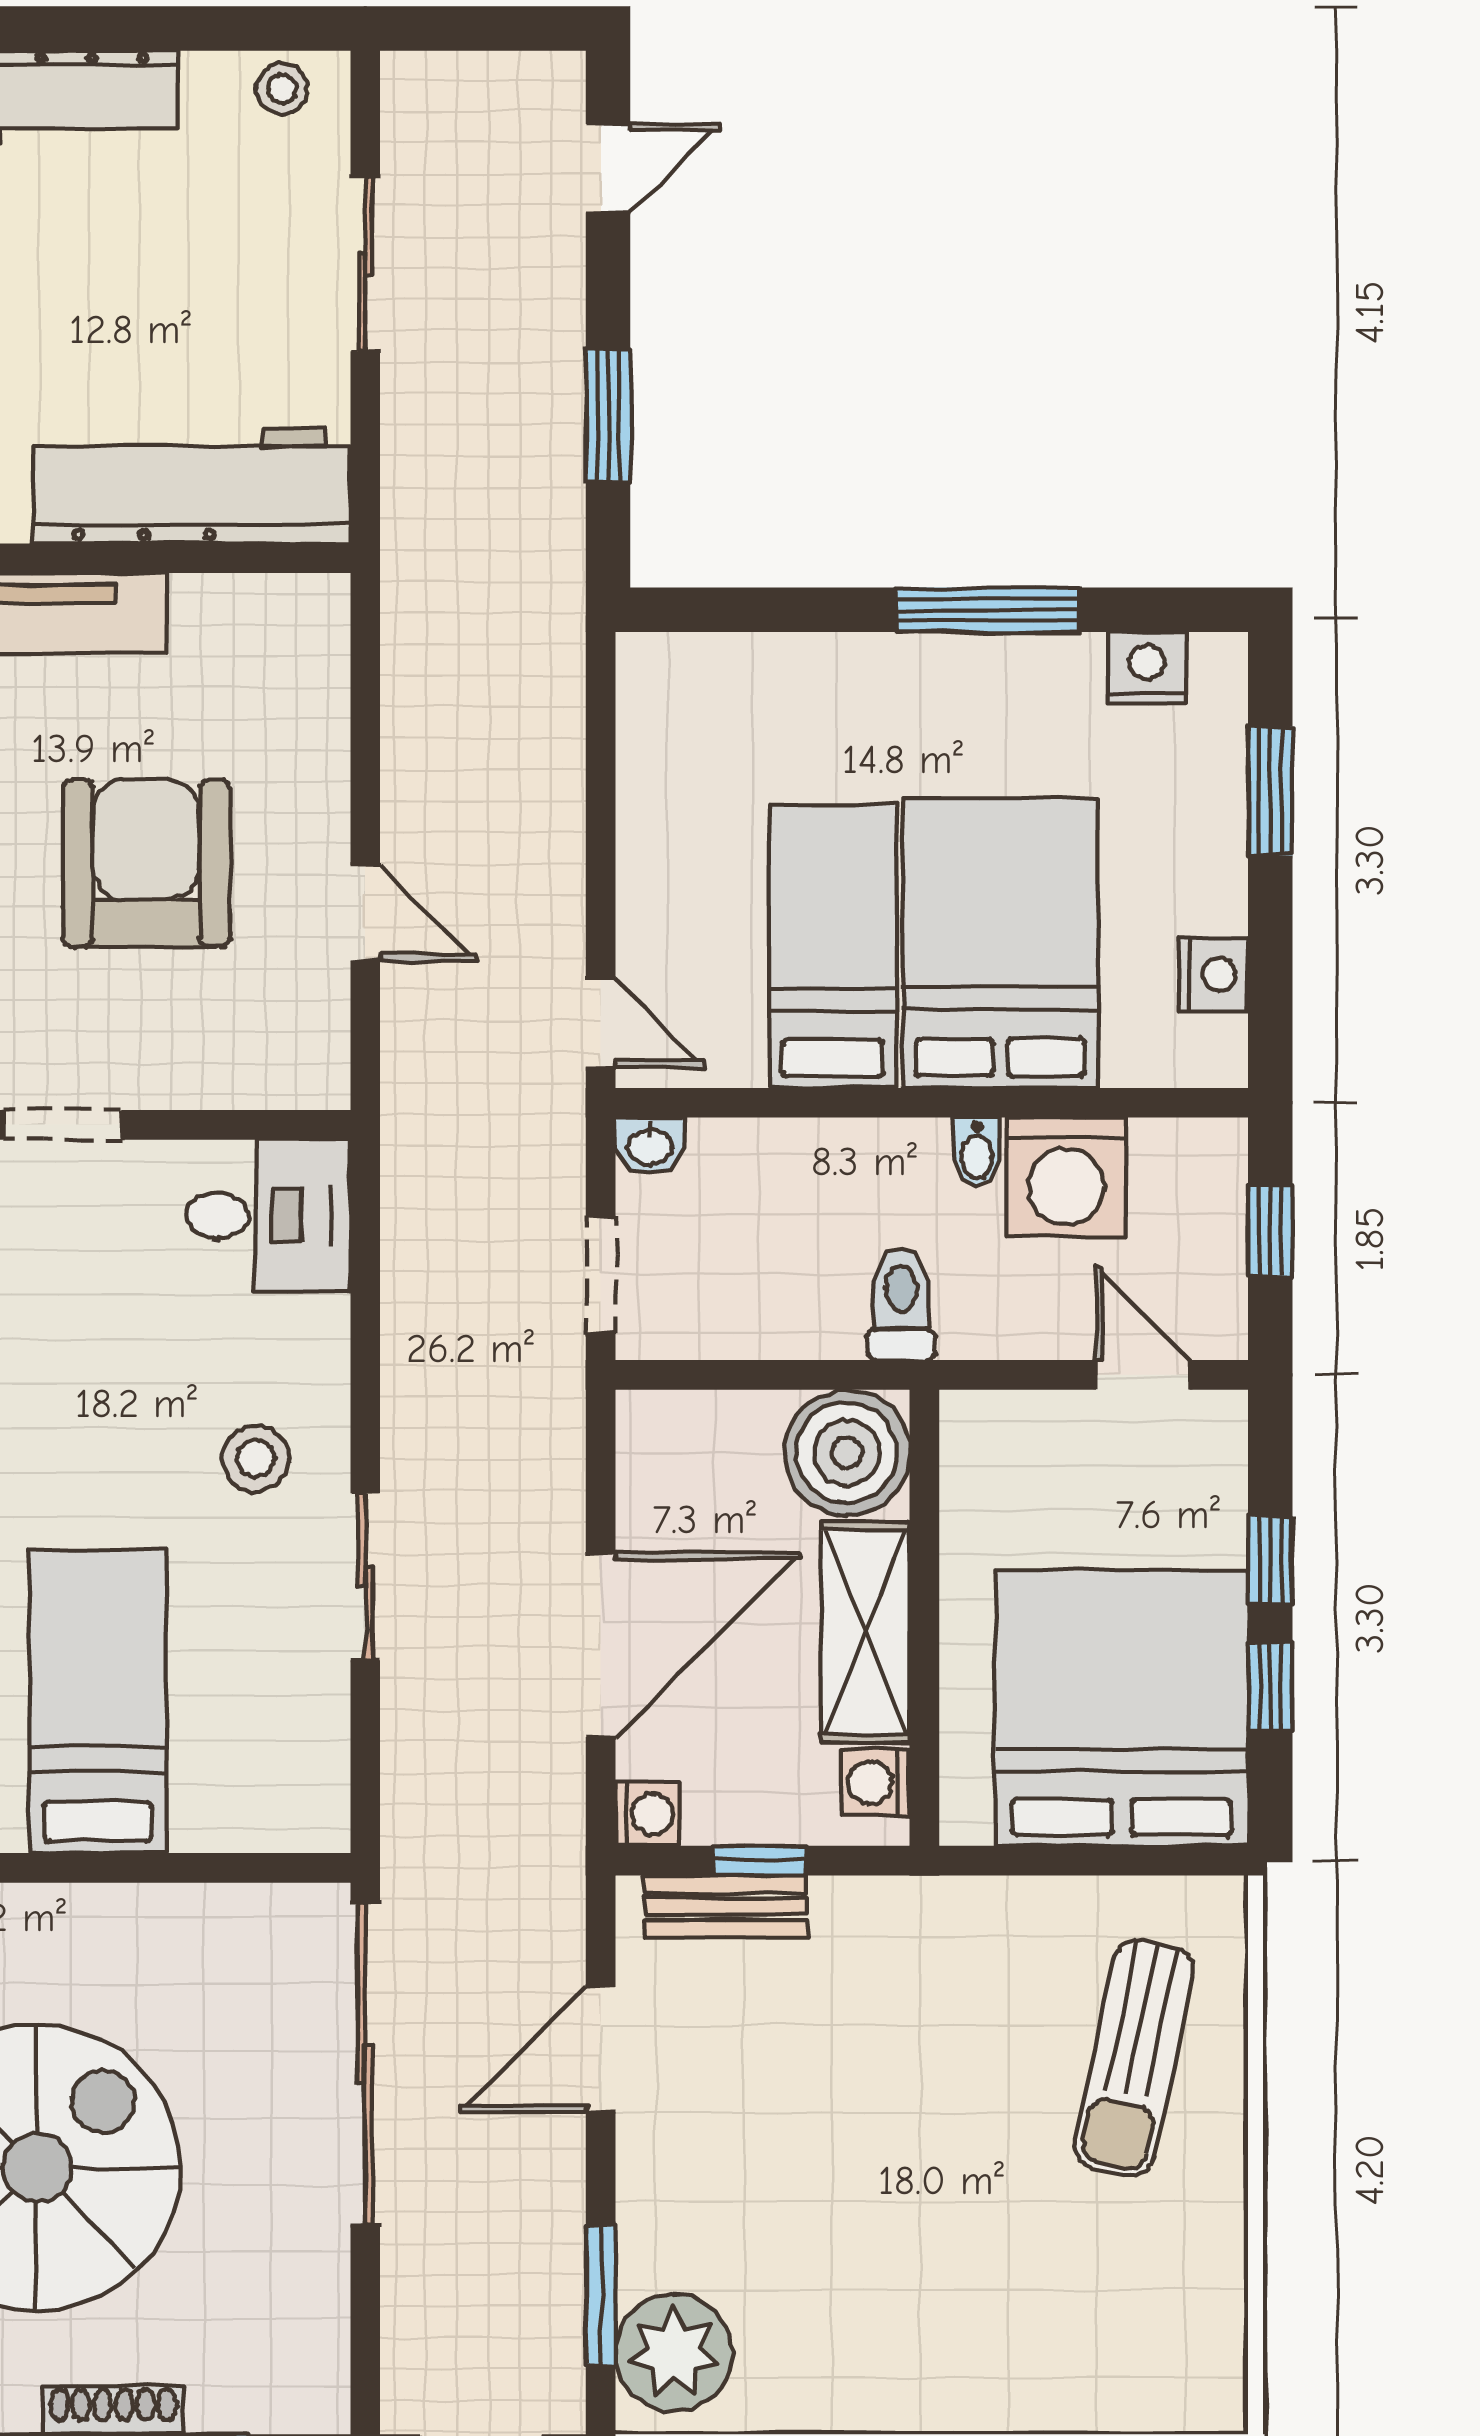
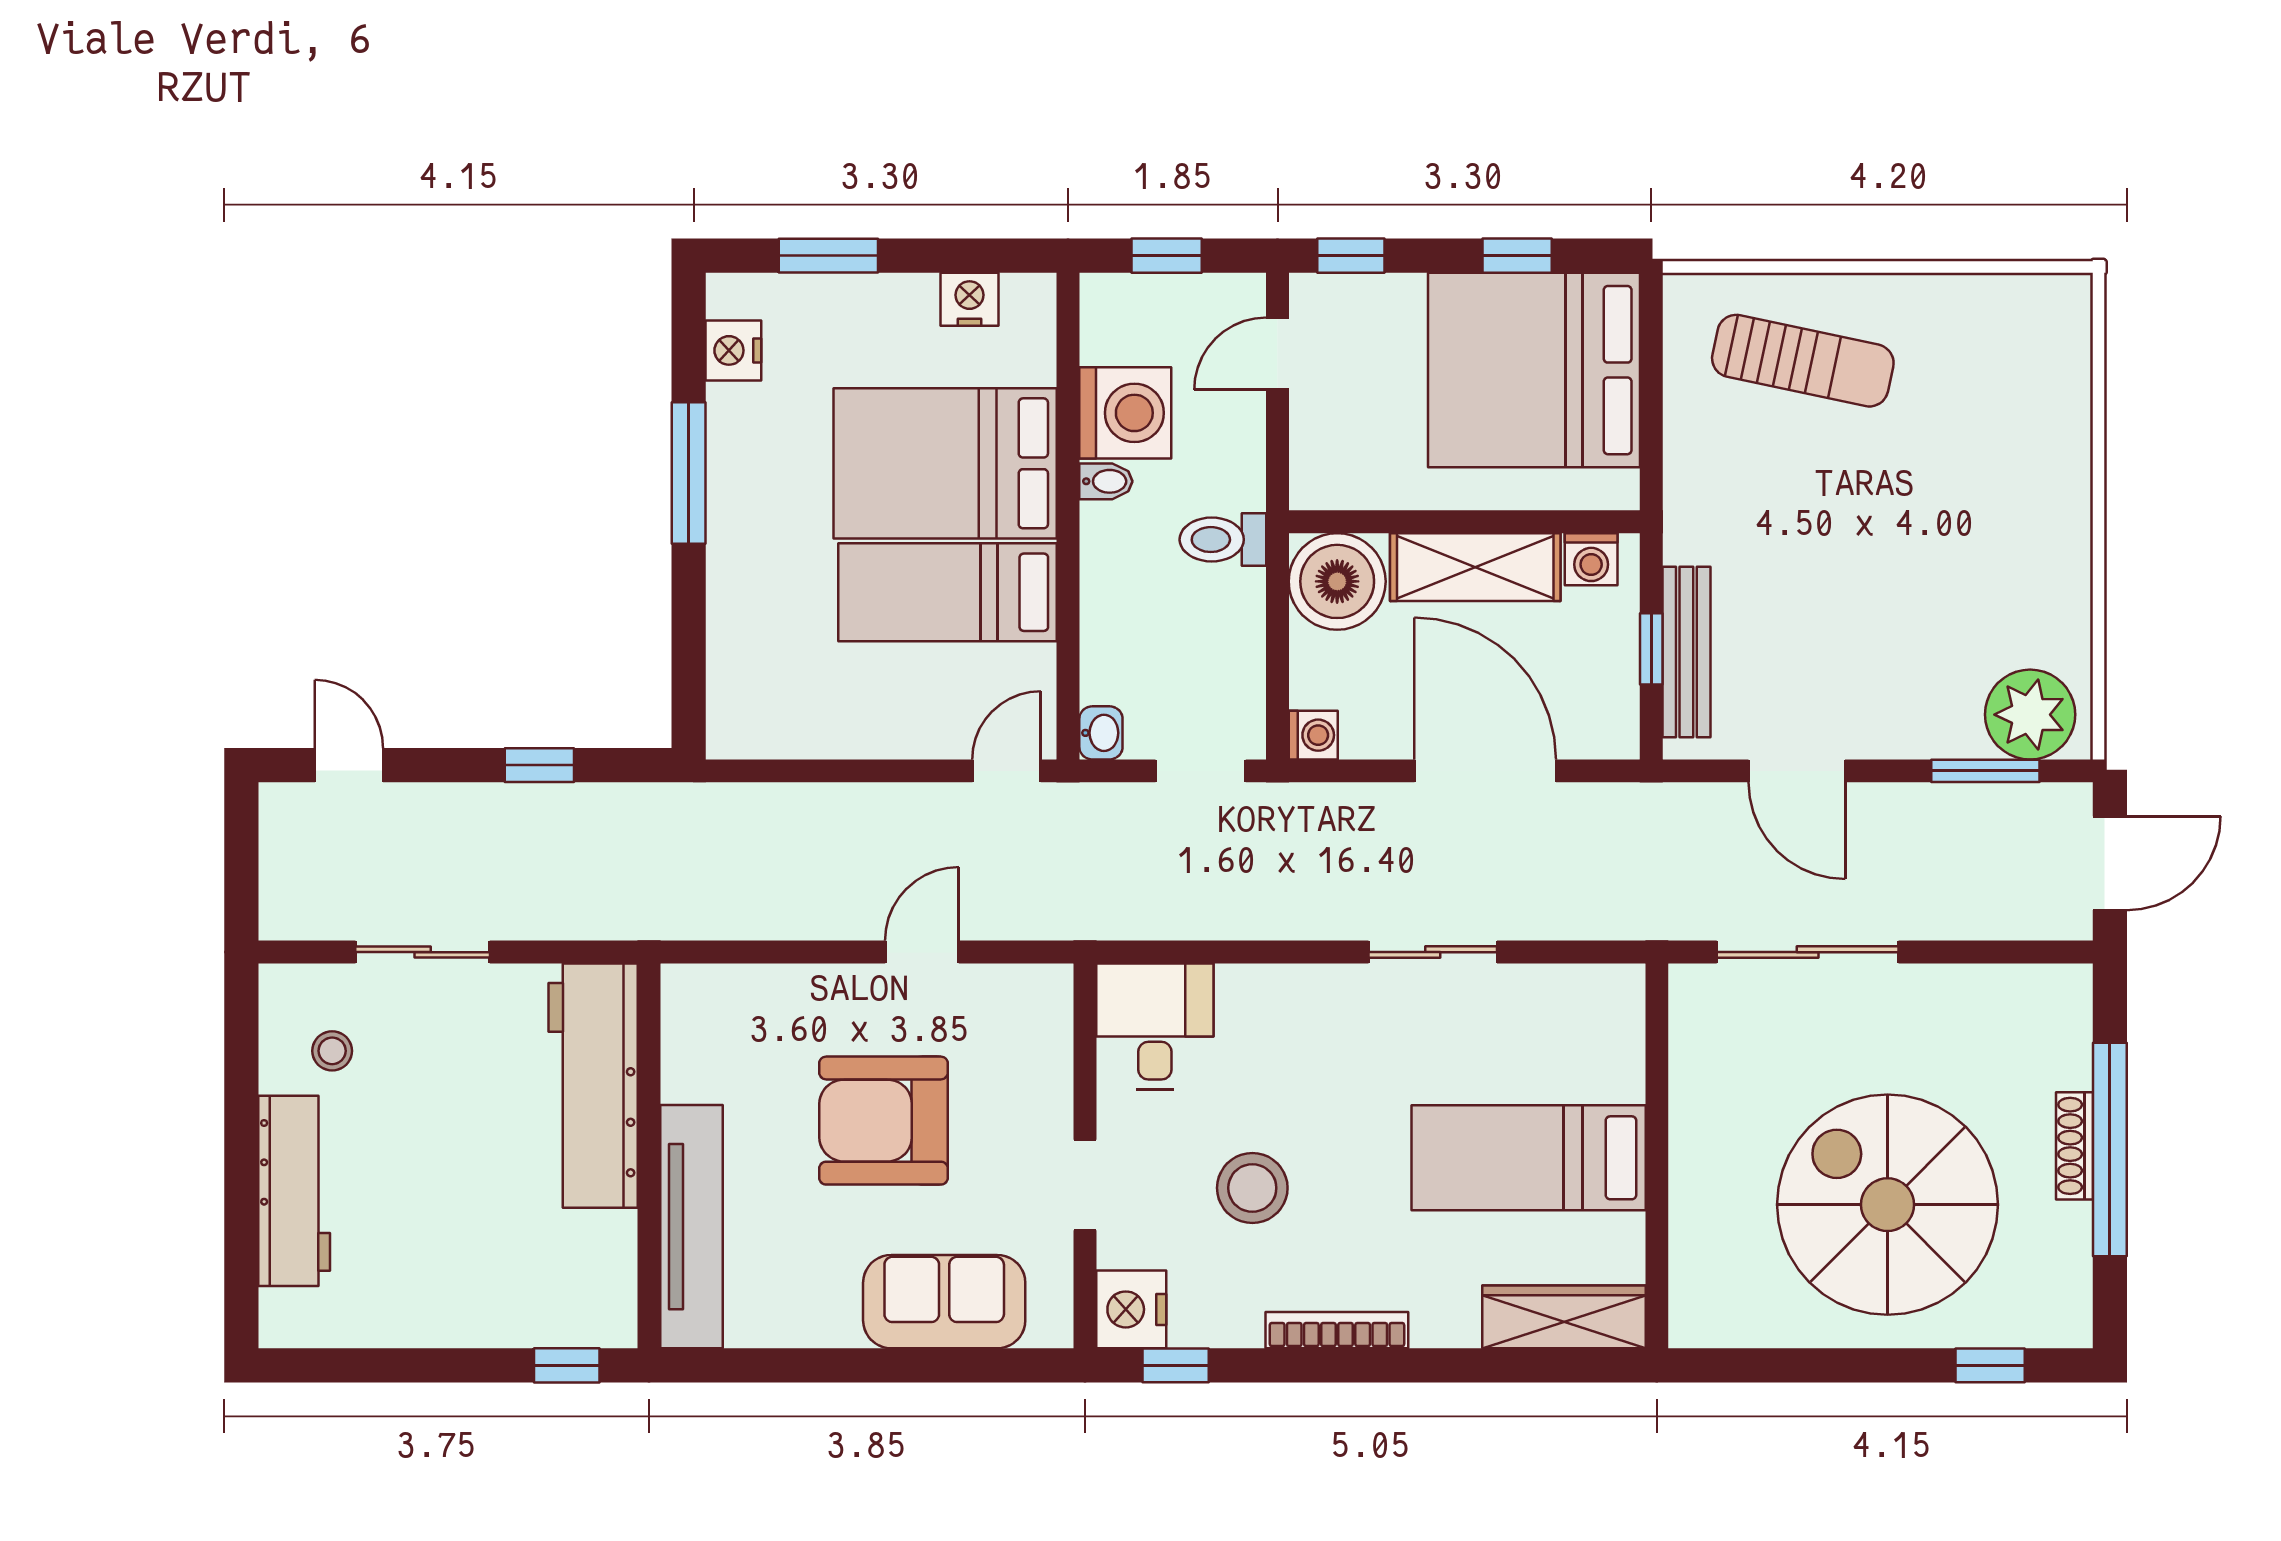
stool: (282, 89) -> (332, 1051), moved
window: (608, 416) -> (539, 765), width x0.67
stool: (256, 1459) -> (1252, 1188), moved, width x1.38, depth x1.38
window: (1270, 1560) -> (1351, 256), moved
washing machine: (647, 1814) -> (1313, 735), moved, turned 90
bench: (726, 1906) -> (1686, 652), width x1.36
sliding door: (365, 2064) -> (1808, 952), width x0.73

